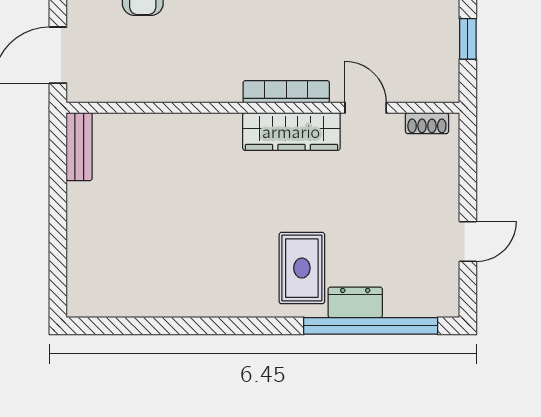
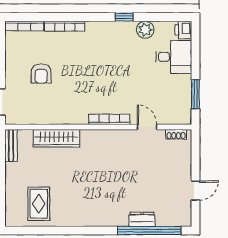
window: (468, 39) -> (195, 94), width x1.50
wardrobe: (291, 132) -> (56, 138), moved
rug: (302, 268) -> (39, 204), moved

